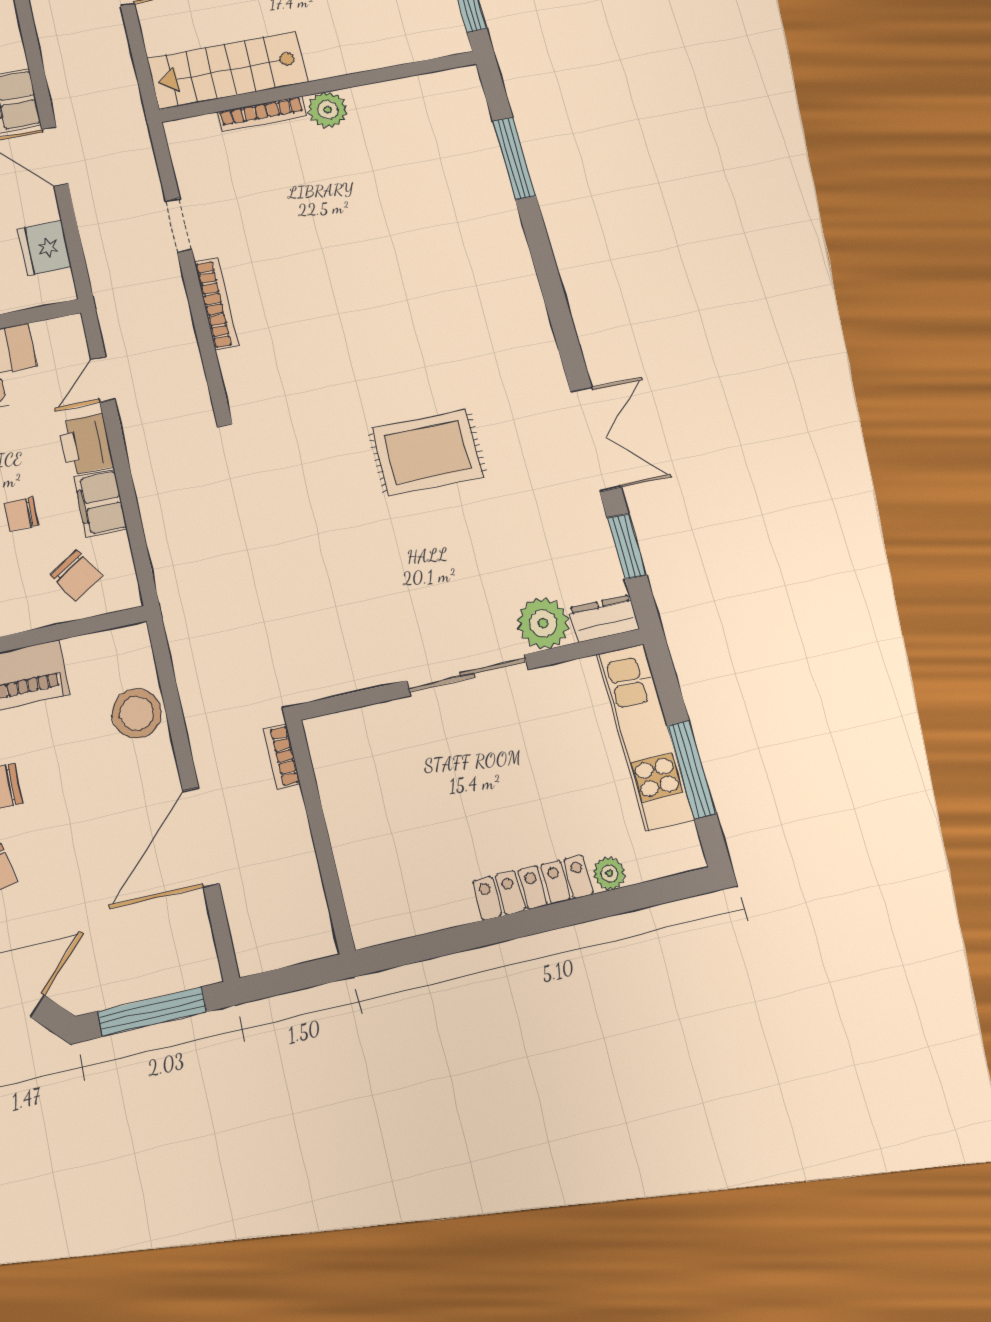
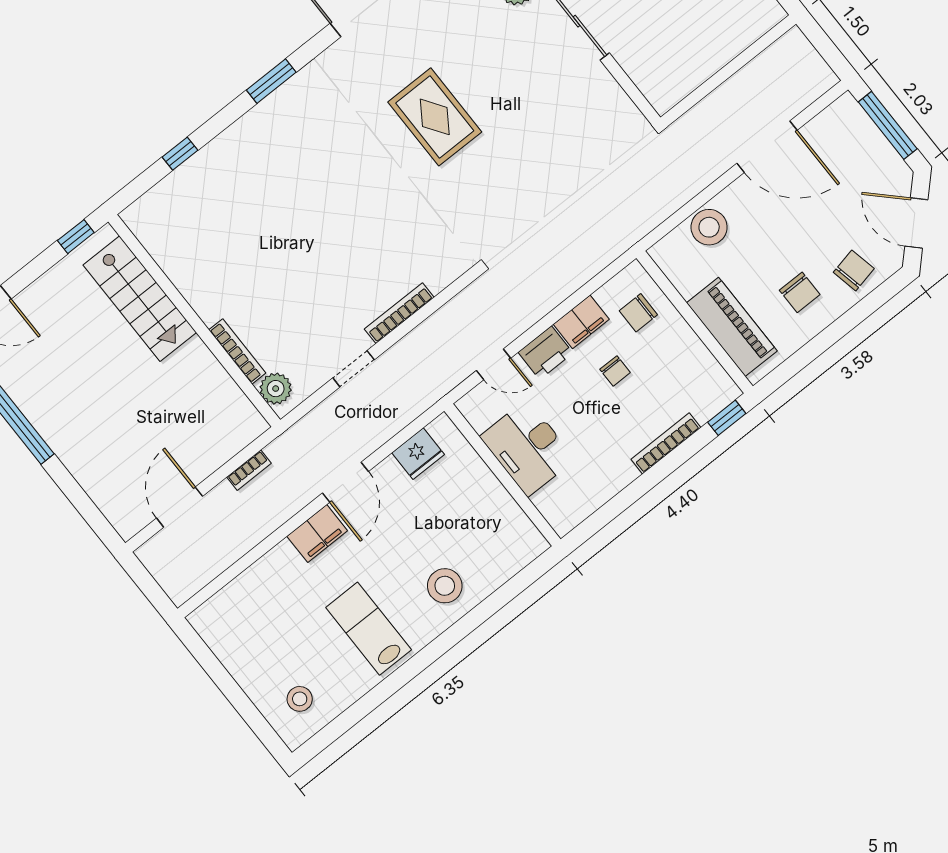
stairs: (228, 70) -> (140, 299), moved
plant: (328, 110) -> (276, 389), moved
window: (514, 158) -> (180, 154), width x0.46
window: (553, 292) -> (271, 81), added
chair: (76, 576) -> (638, 313), turned -147
bookcase: (282, 757) -> (249, 470), moved

